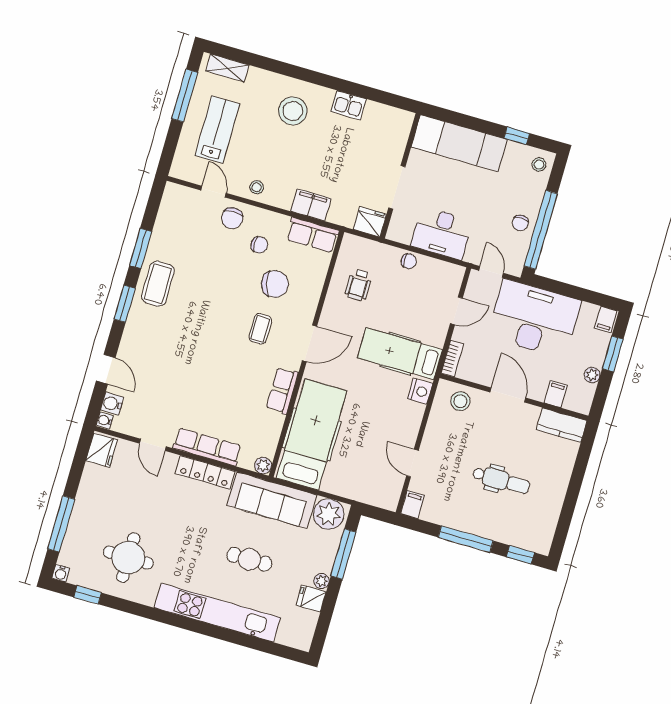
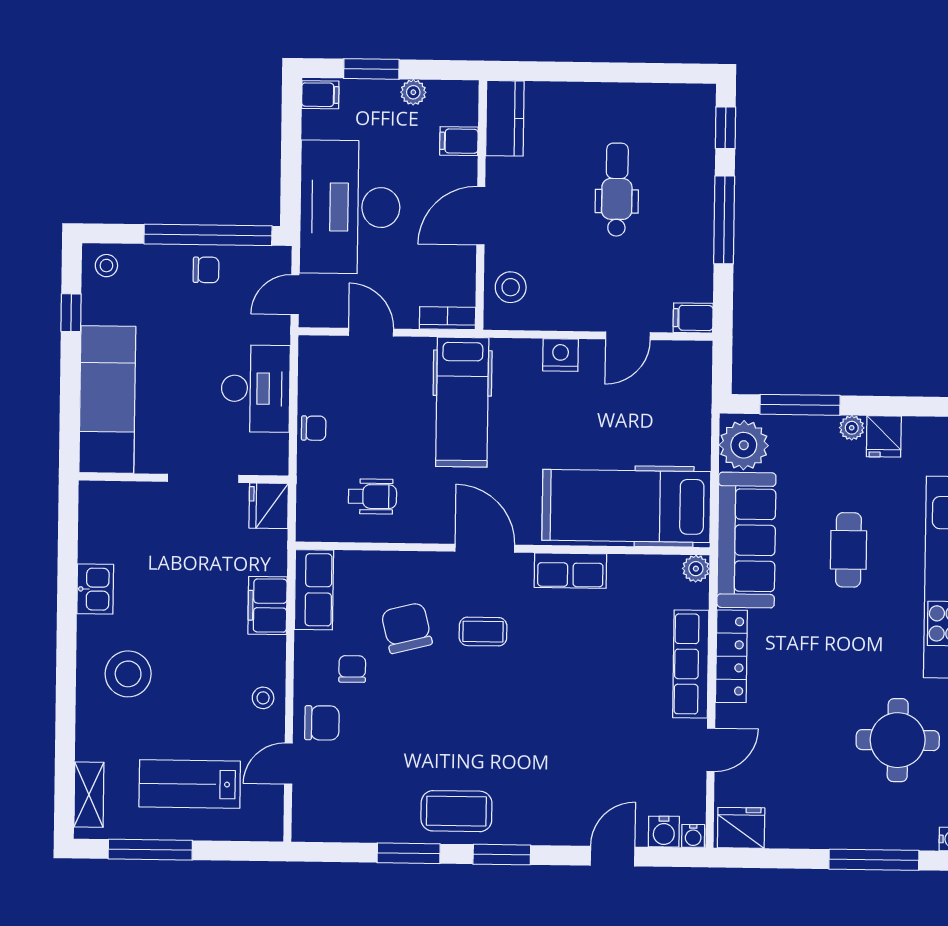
chair: (409, 261) -> (314, 428), turned 90
nightstand: (420, 391) -> (561, 355), moved

